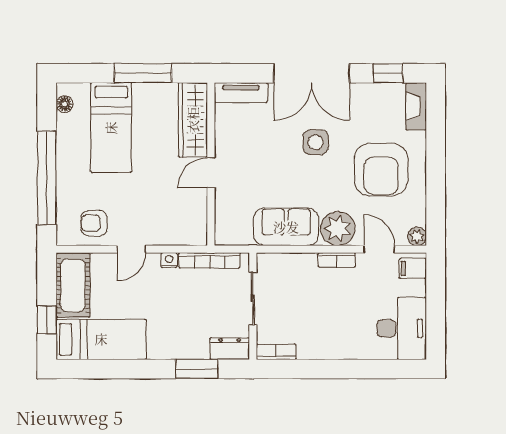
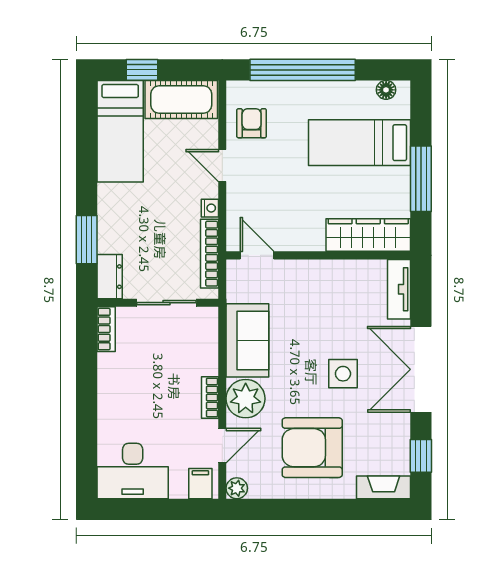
door: (211, 173) -> (257, 255), moved

